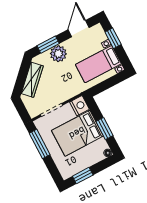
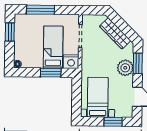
window: (104, 128) -> (51, 73), moved
bed: (77, 133) -> (53, 47), width x0.67
window: (40, 144) -> (41, 10), moved

